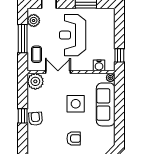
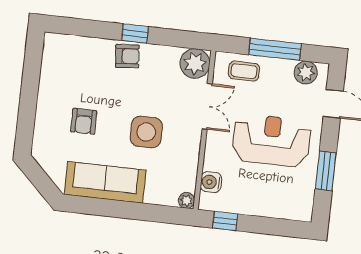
sofa: (106, 104) -> (105, 182), moved

